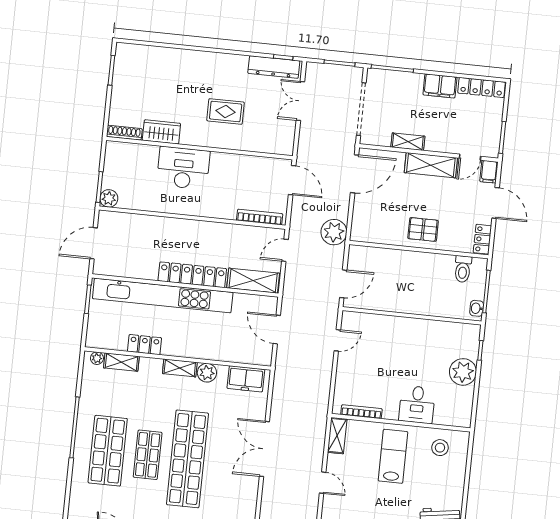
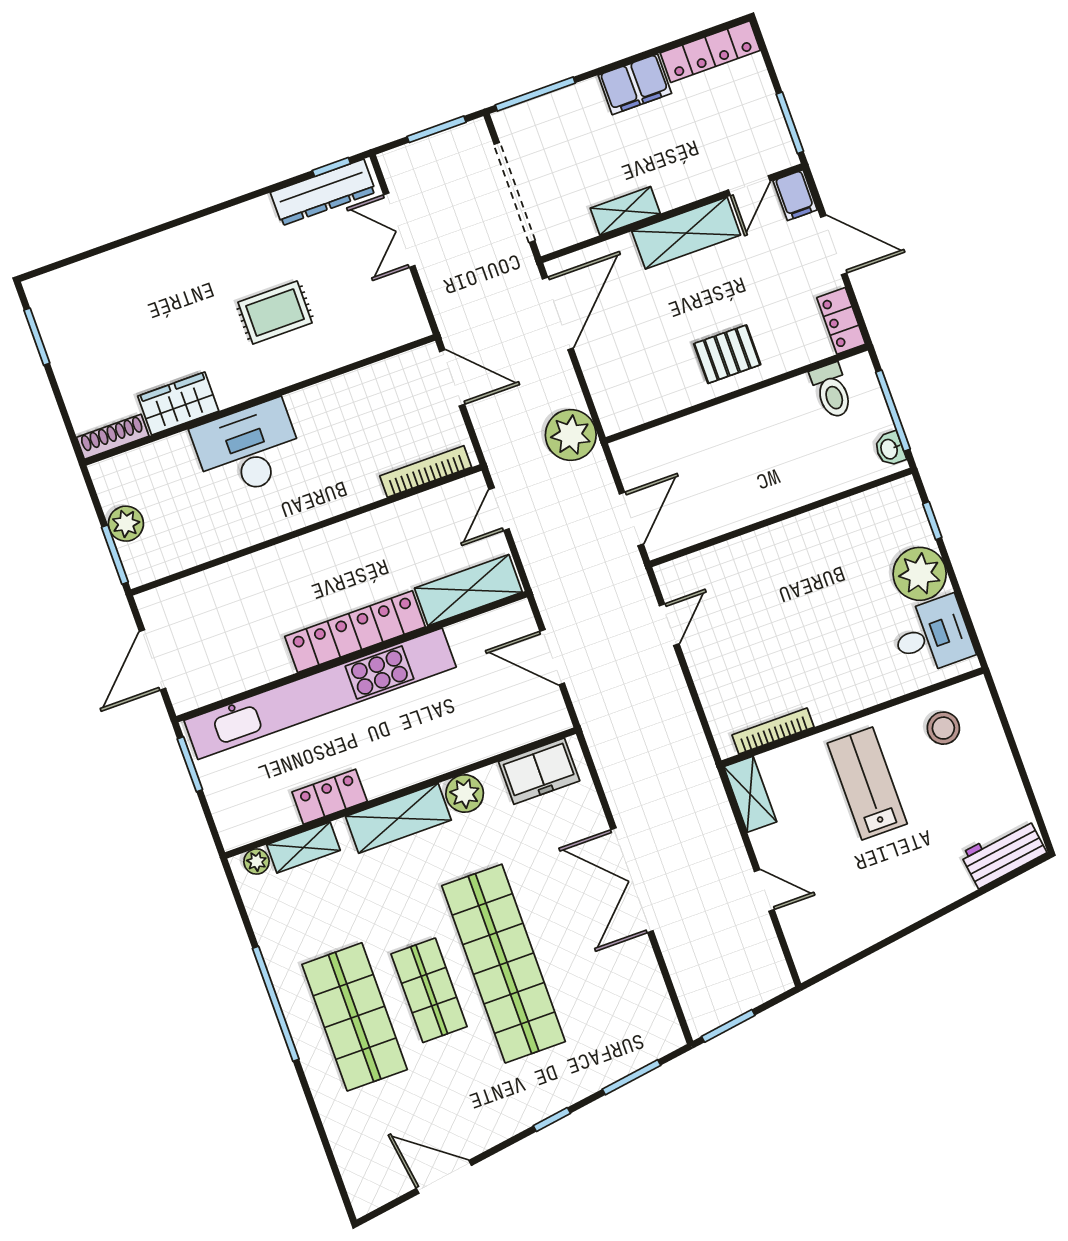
plant: (109, 198) -> (126, 524), moved
shelving: (180, 368) -> (398, 818), width x1.50, depth x1.33
desk: (417, 404) -> (932, 635), moved, turned -90

